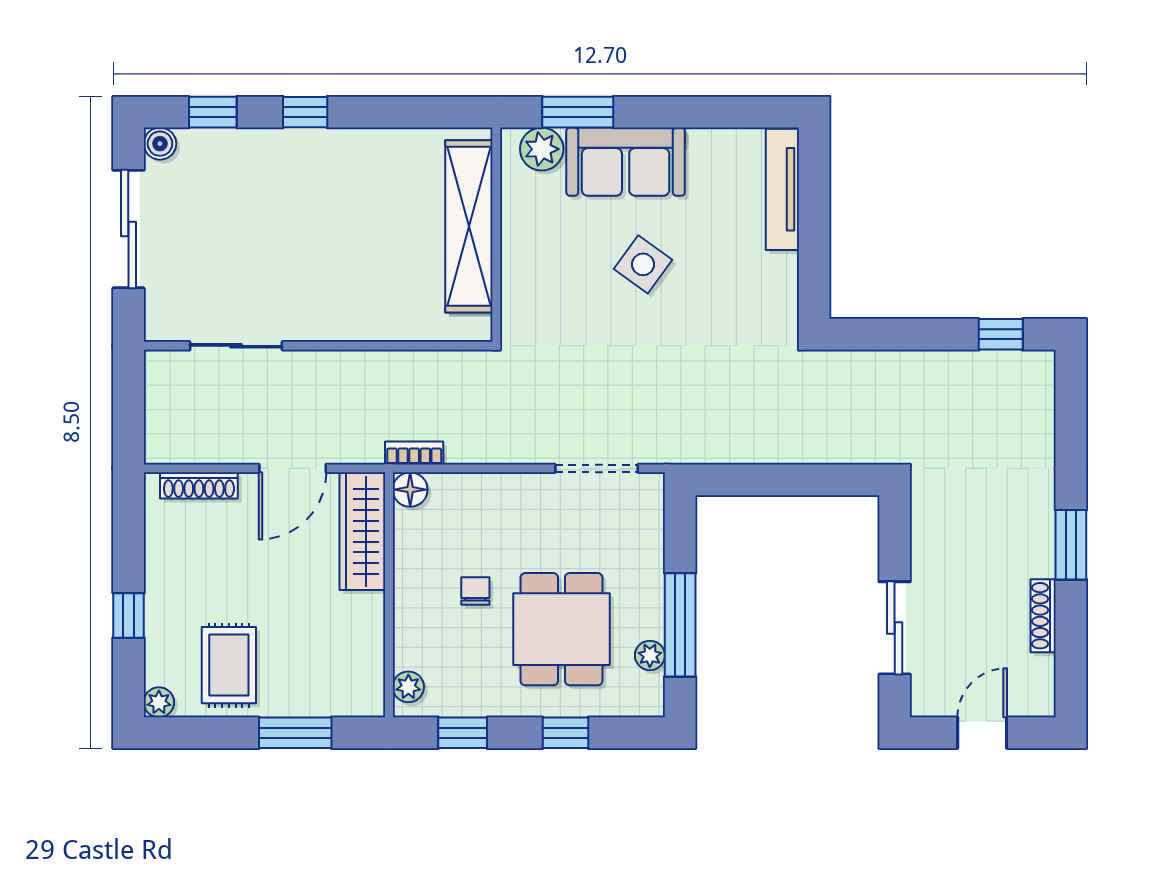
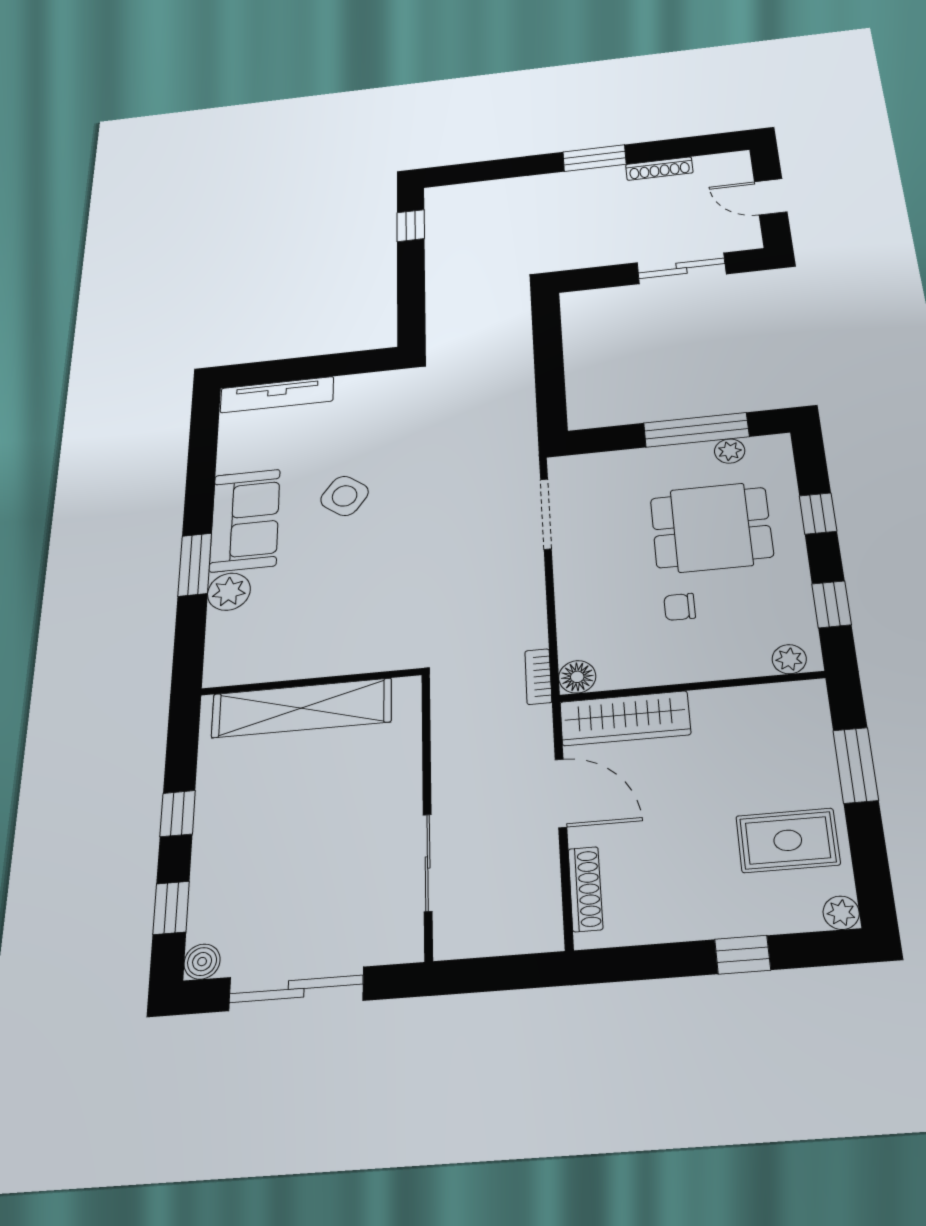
shelving: (469, 226) -> (302, 708), moved
wall: (496, 235) -> (311, 682), moved

